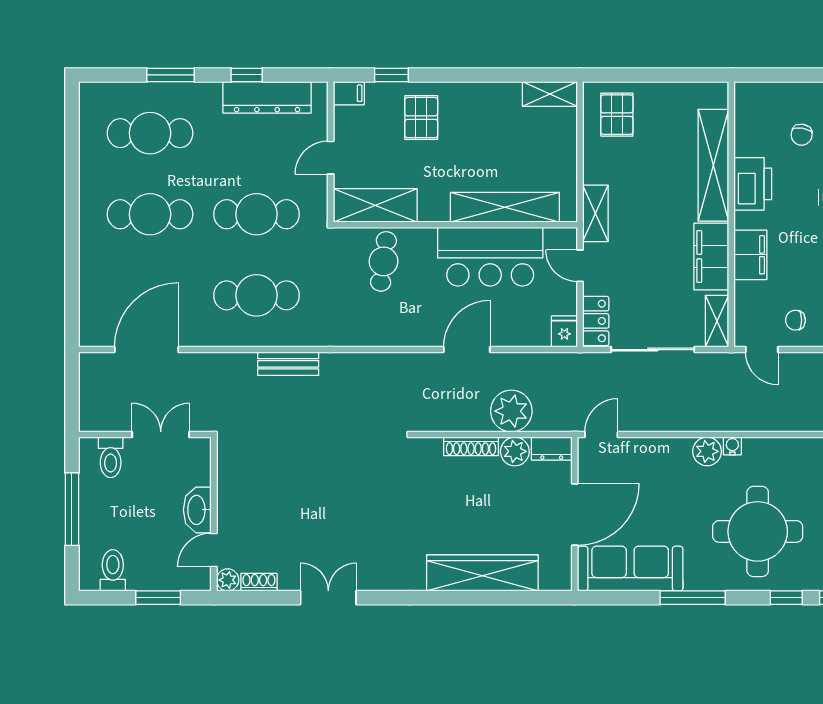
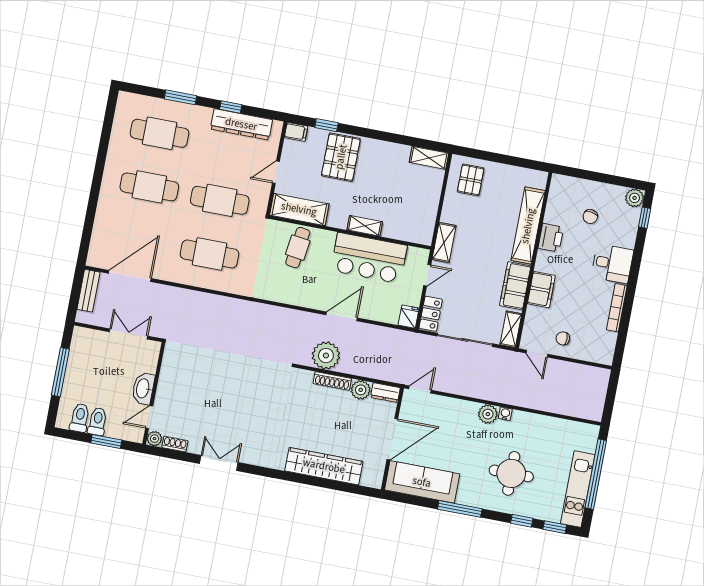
pallet: (421, 118) -> (341, 157), width x1.50, depth x1.42
printer: (753, 184) -> (551, 238), width x0.73, depth x0.84
shelving: (505, 207) -> (365, 226), width x0.45, depth x0.75
door: (580, 266) -> (427, 275), swing flipped
bench: (288, 364) -> (88, 291), moved, turned 90
plant: (511, 411) -> (326, 355), moved
toilet: (111, 457) -> (98, 421), moved, turned 180
round table: (758, 531) -> (511, 473), width x0.73, depth x0.73

